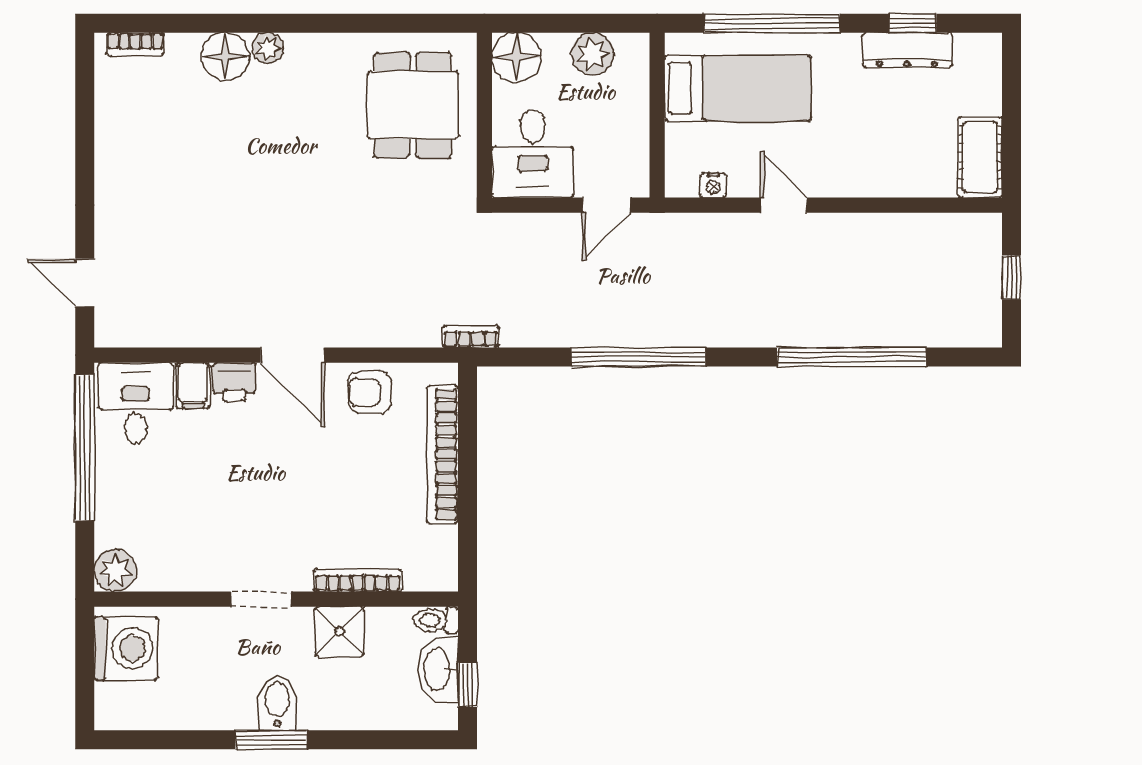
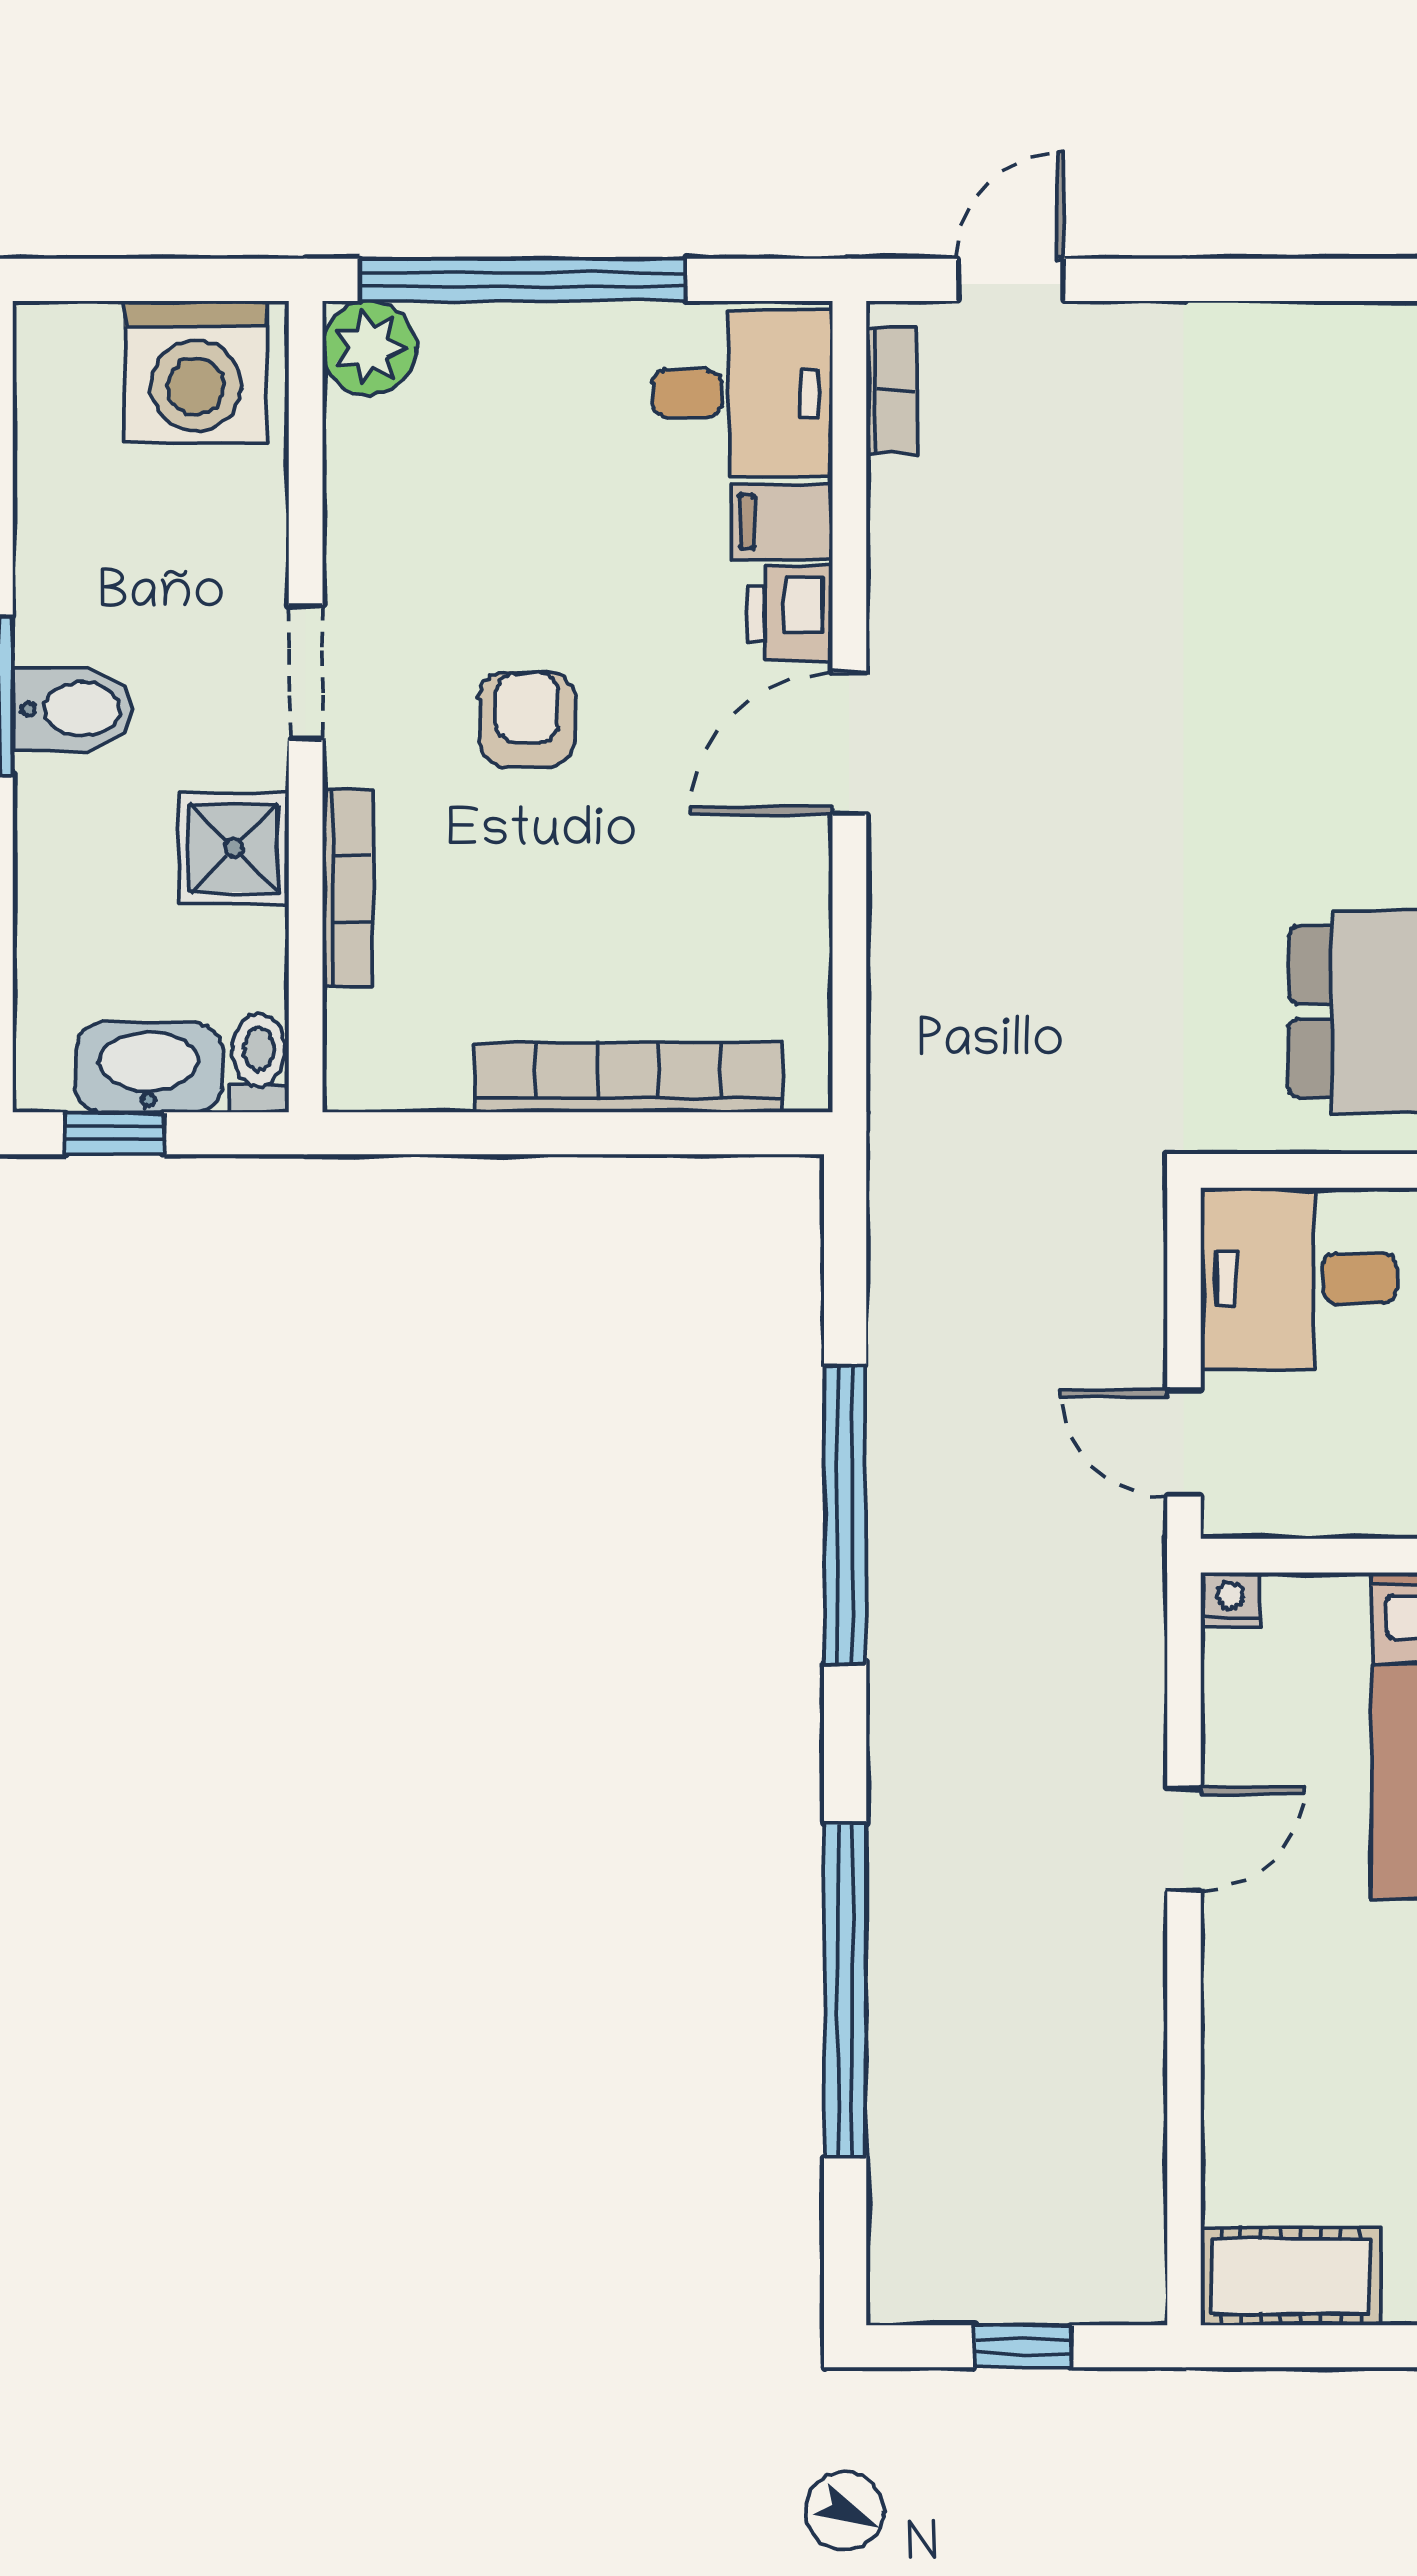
nightstand: (713, 185) -> (1231, 1600), moved, turned 90
bookcase: (471, 336) -> (891, 391), moved
armchair: (370, 392) -> (527, 719), moved
window: (85, 448) -> (523, 280), moved

